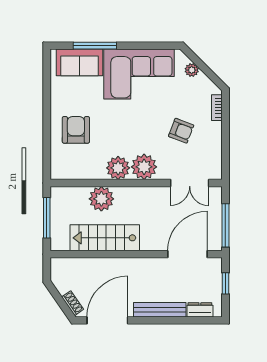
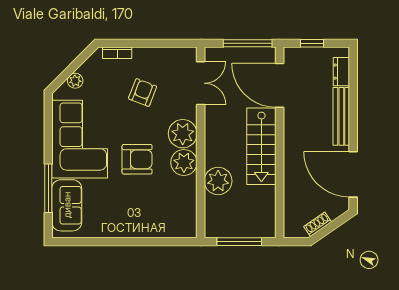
armchair: (76, 130) -> (137, 159), moved, turned 180
stairs: (105, 238) -> (261, 146), moved
shoe rack: (73, 303) -> (318, 224), moved

